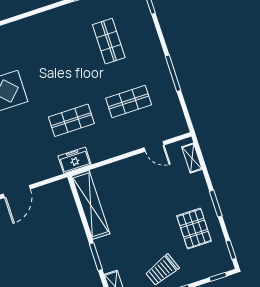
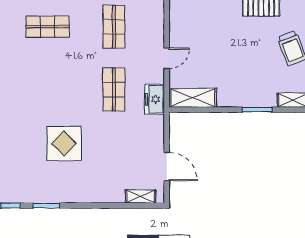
door: (154, 146) -> (167, 58), moved
shelving: (91, 205) -> (193, 98), width x0.68

